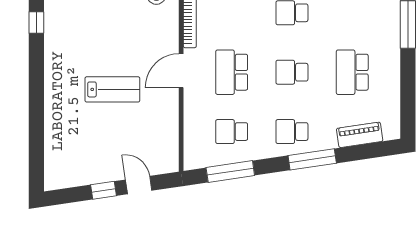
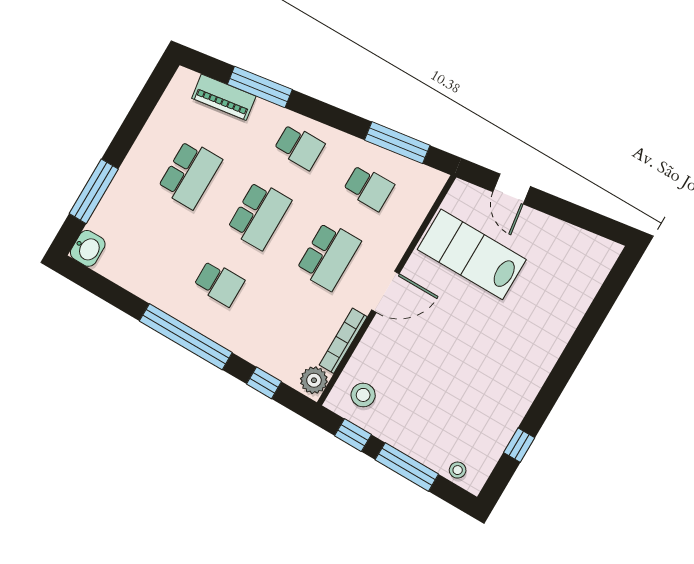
school desk: (292, 72) -> (259, 215), width x1.85
lab bench: (112, 89) -> (472, 254), moved, width x1.36, depth x1.39
window: (312, 159) -> (260, 87), moved
window: (103, 190) -> (556, 207), removed

